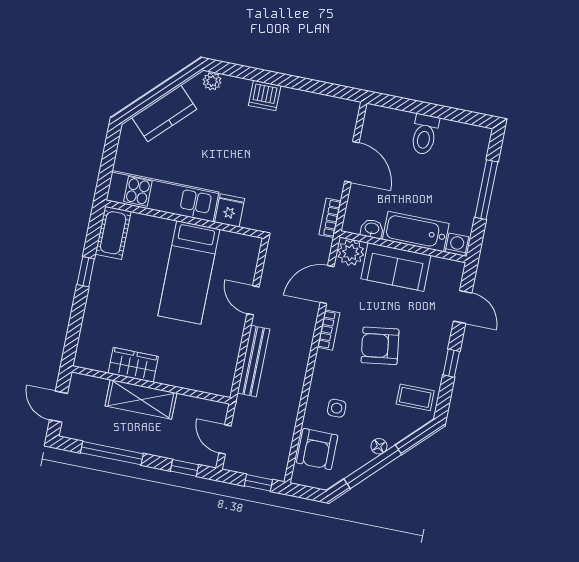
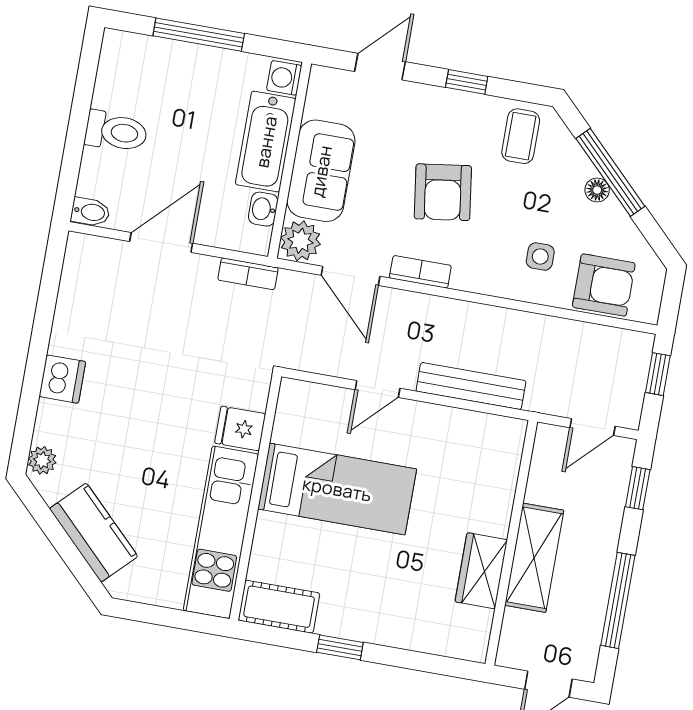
bidet: (373, 116) -> (90, 212), added
window: (373, 467) -> (610, 172), moved

